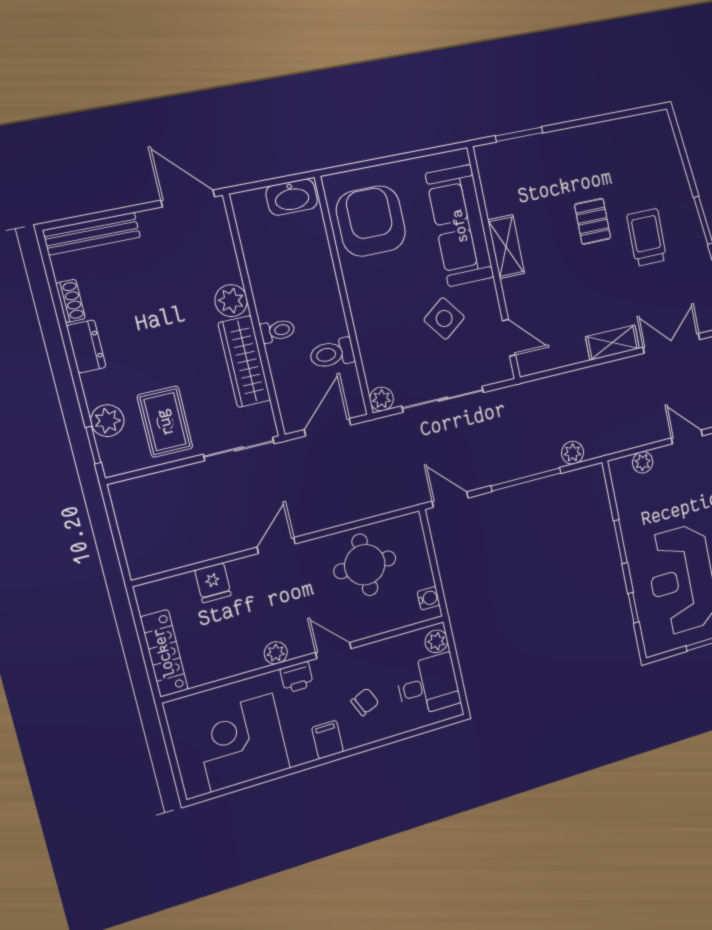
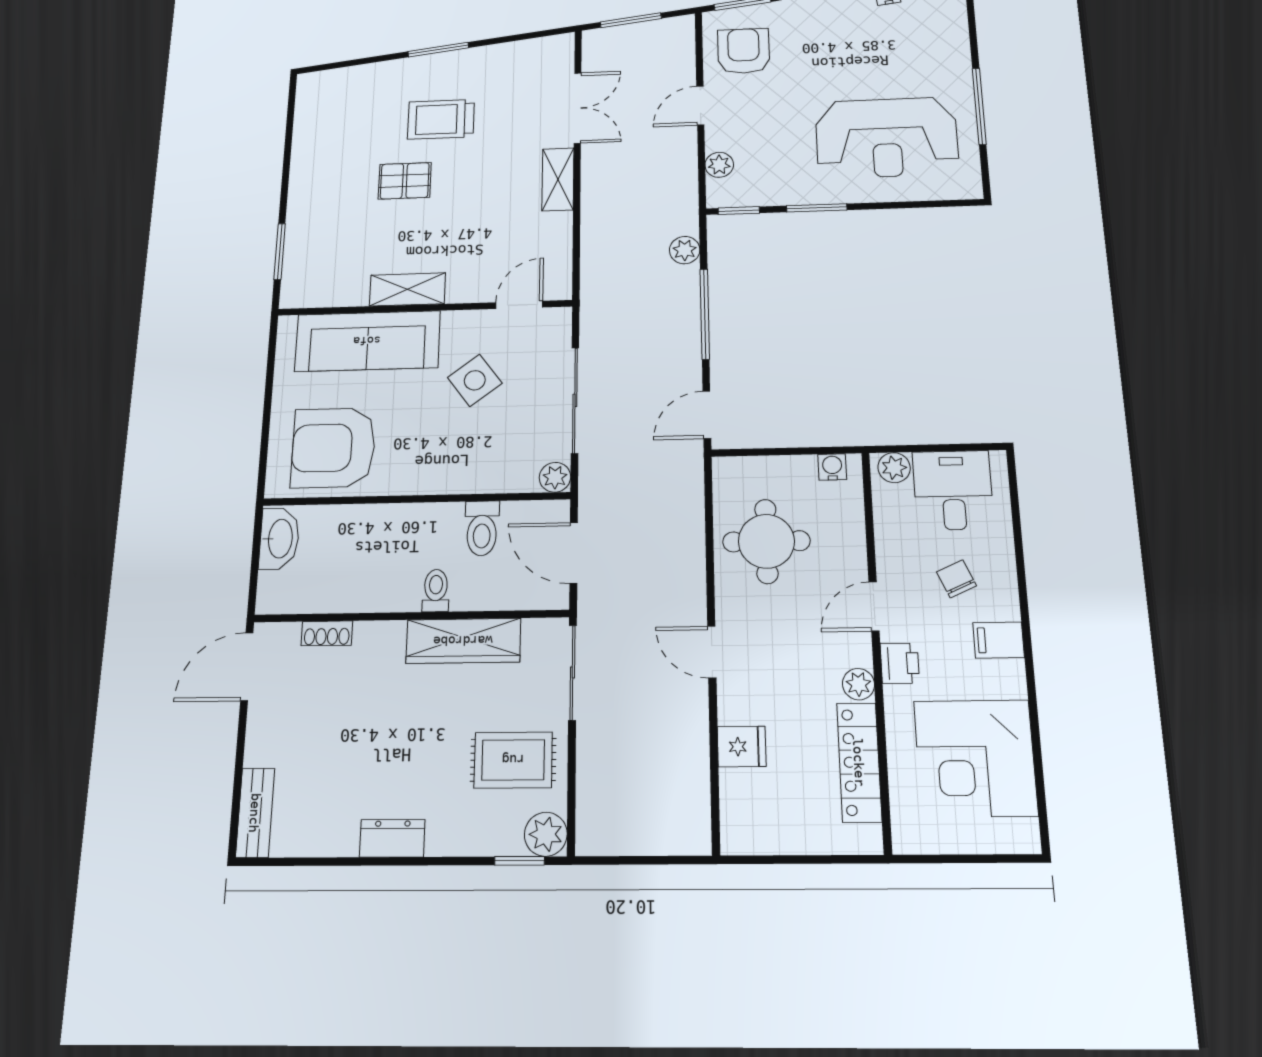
bench: (92, 234) -> (255, 813), width x0.73
shoe rack: (71, 301) -> (327, 633), moved, turned 180
plant: (231, 301) -> (383, 641), removed
double door: (672, 343) -> (578, 108), swing flipped
plant: (107, 421) -> (546, 834), moved
window: (633, 608) -> (739, 211), moved
locker: (164, 653) -> (859, 762), moved, turned -90

